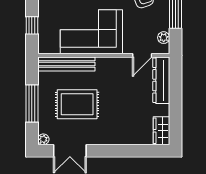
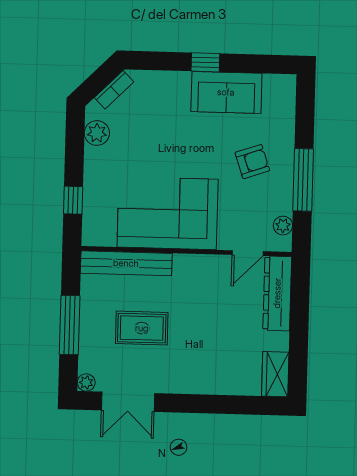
rug: (77, 104) -> (142, 328), width x0.73, depth x0.70

